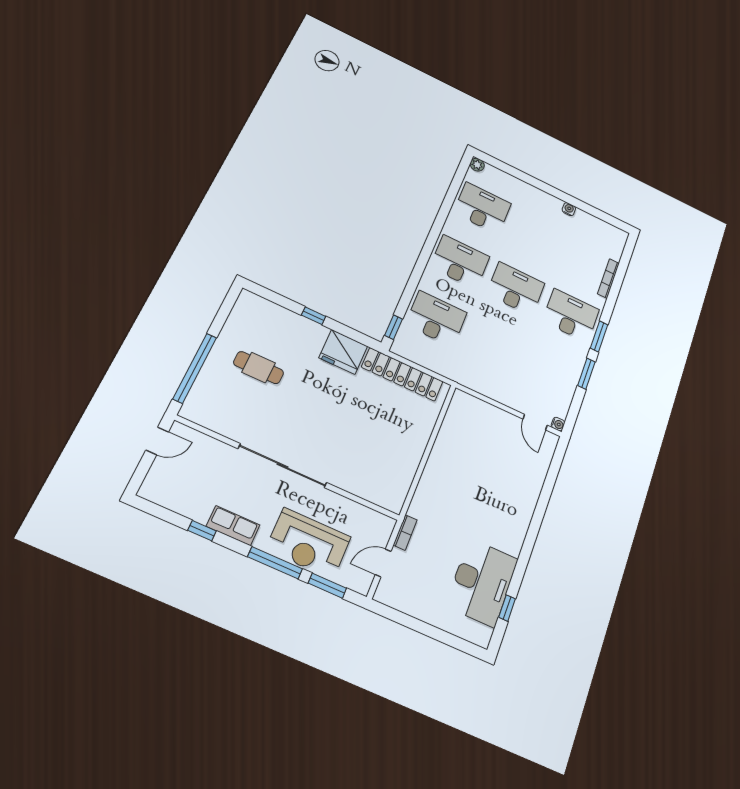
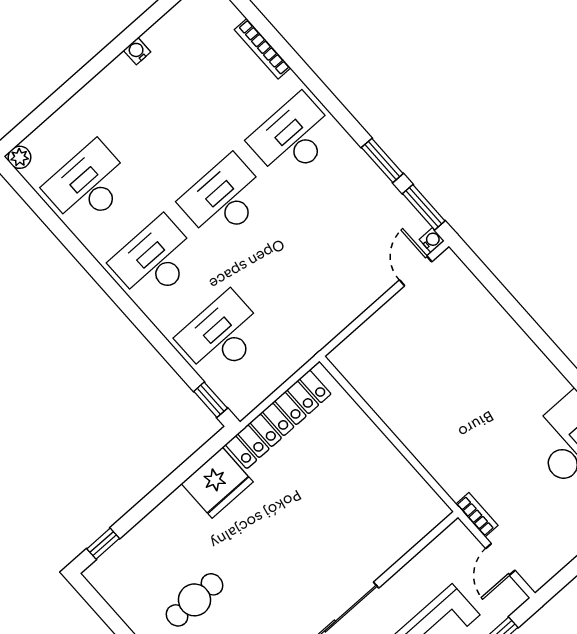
window: (314, 316) -> (103, 544), moved
window: (599, 336) -> (424, 207), moved
door: (535, 422) -> (416, 271), swing flipped

